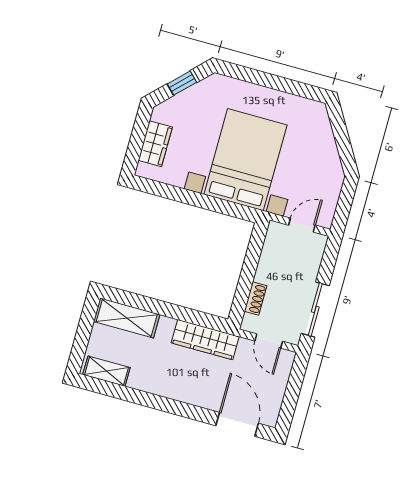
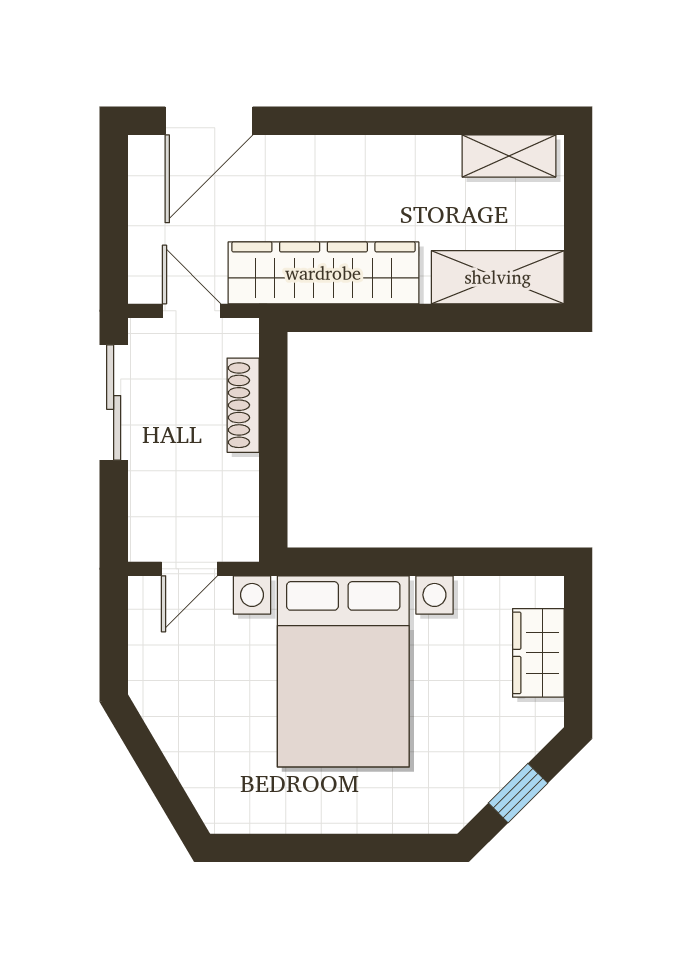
shoe rack: (256, 298) -> (243, 405), width x1.43
wardrobe: (205, 340) -> (323, 273), width x1.40, depth x1.17
door: (237, 424) -> (209, 121), hinge flipped

